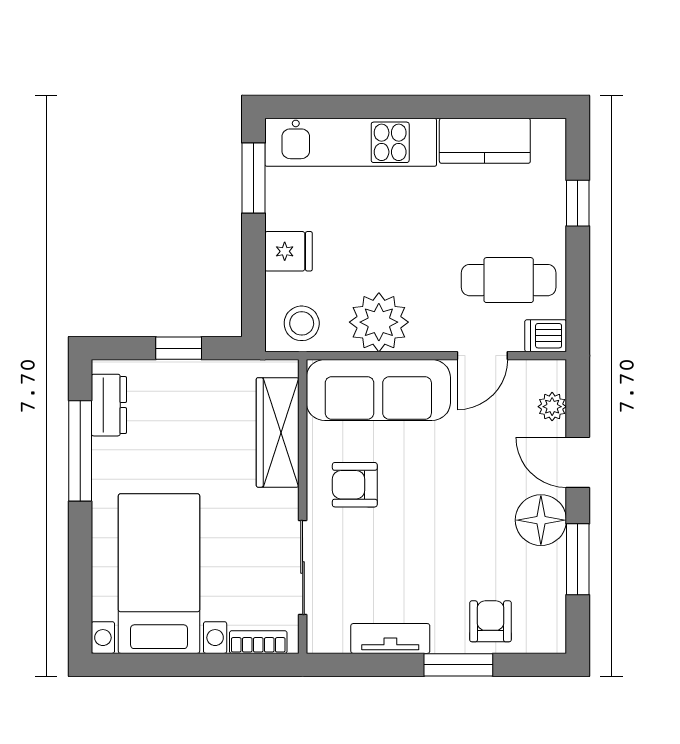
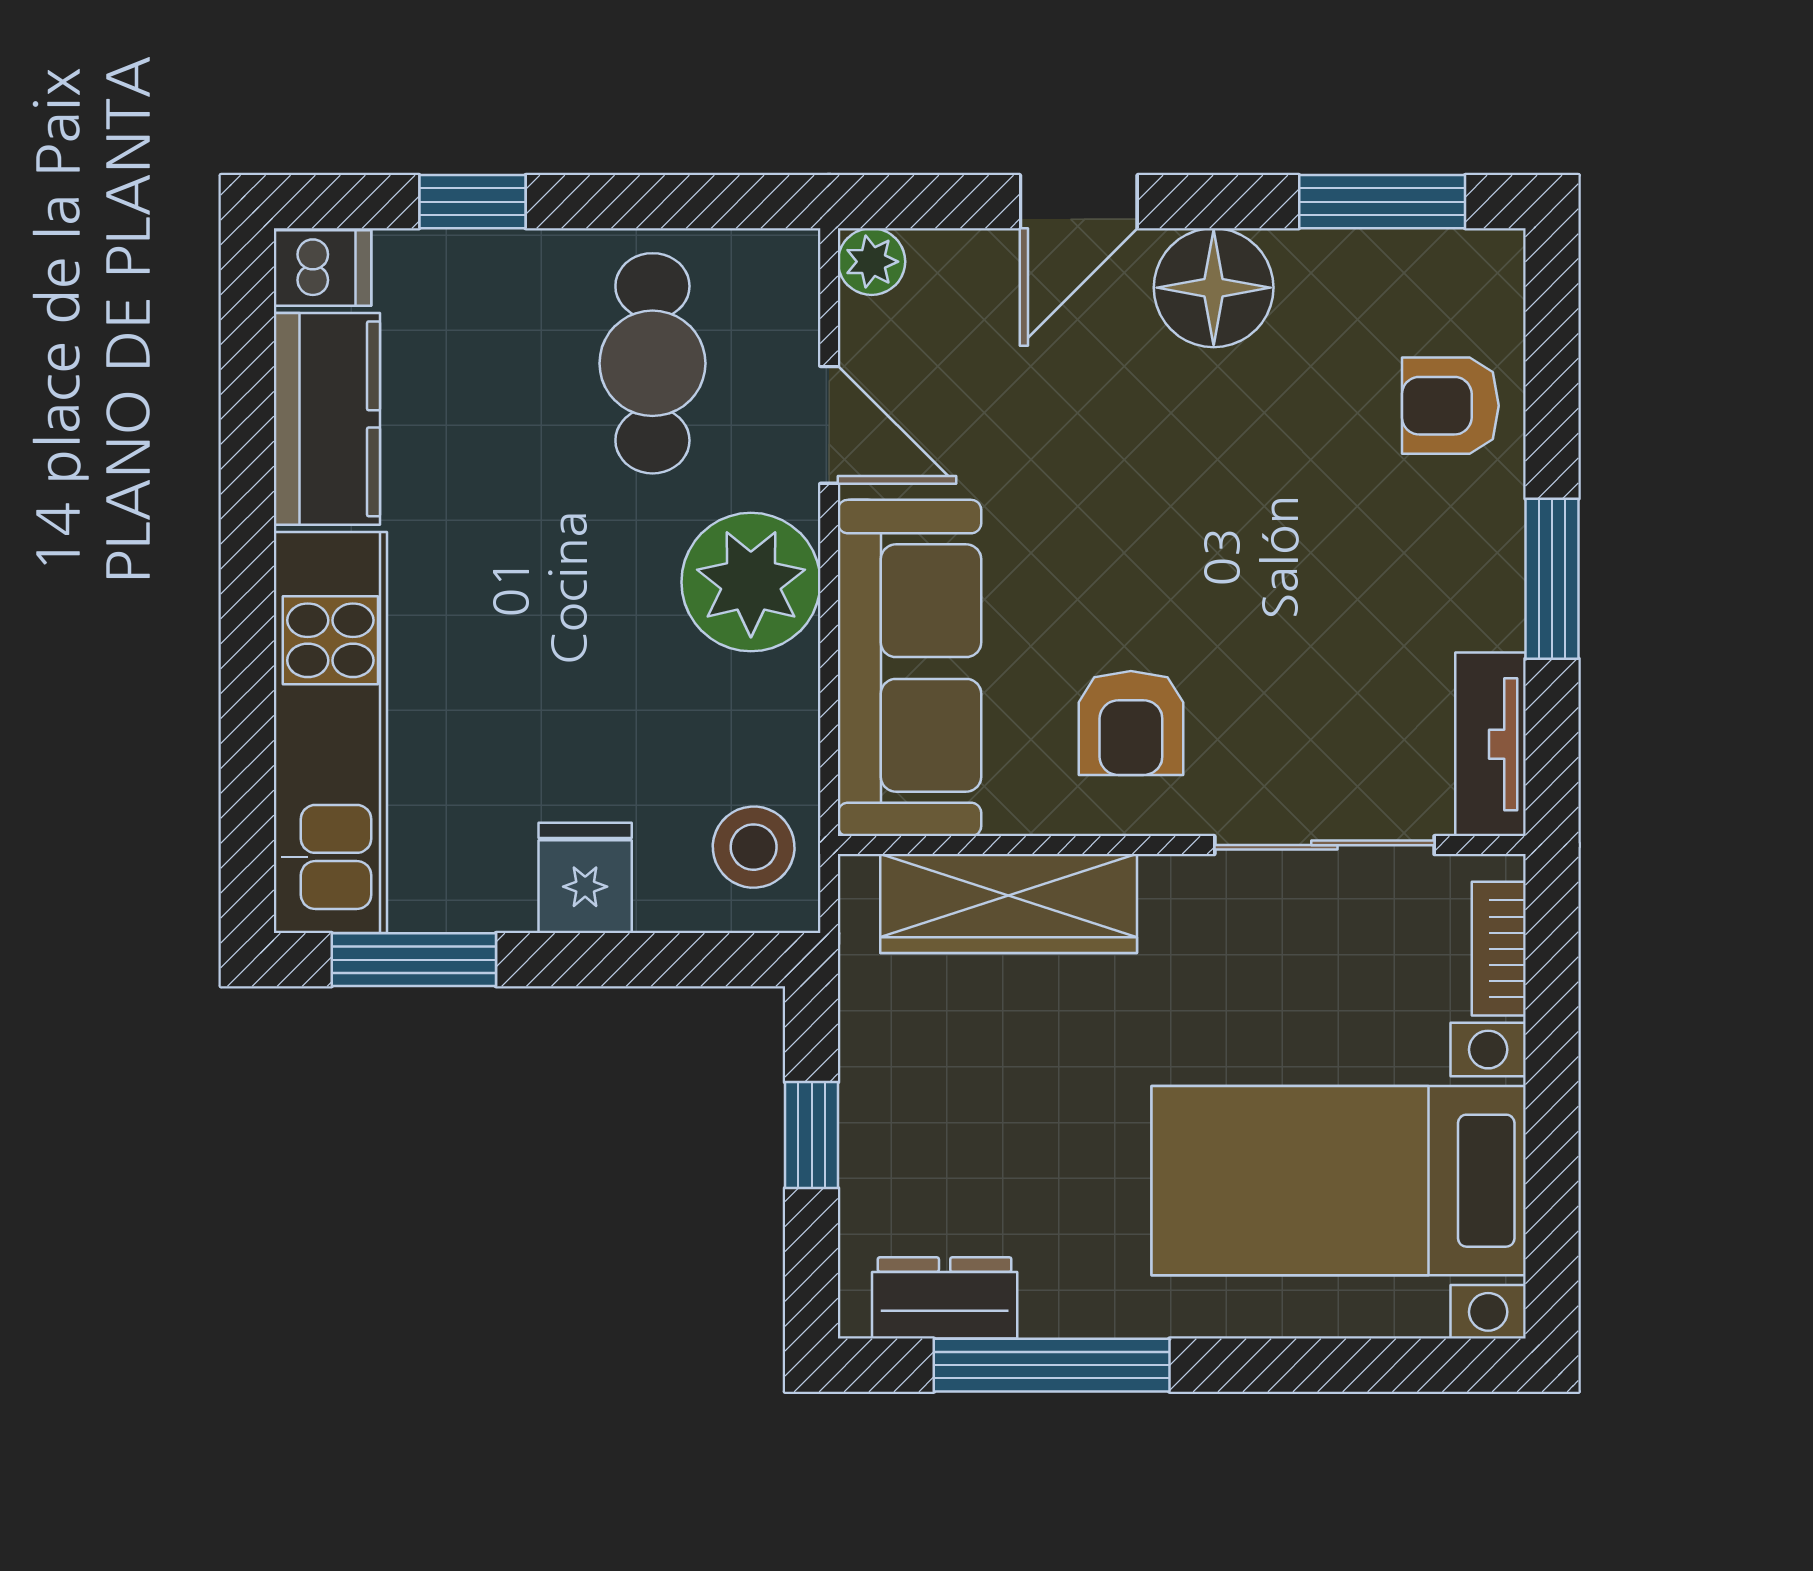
plant: (379, 322) -> (751, 582), moved
dishwasher: (546, 336) -> (323, 268), moved, turned -90
plant: (552, 407) -> (872, 262), moved
window: (578, 559) -> (1382, 202), moved
tv unit: (390, 639) -> (1490, 744), moved
window: (458, 665) -> (1552, 579), moved

